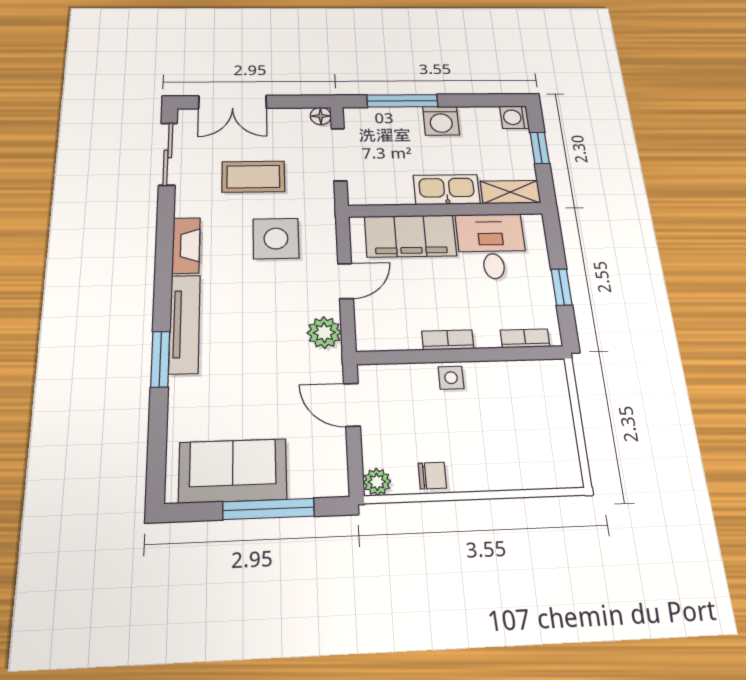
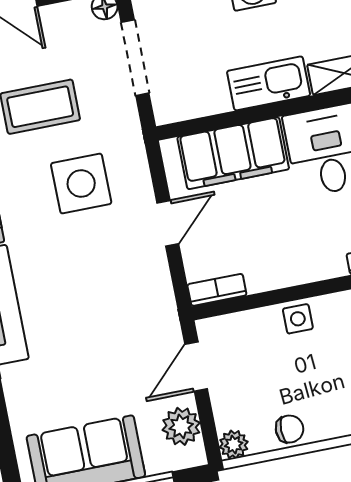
plant: (324, 333) -> (181, 426), moved
bookcase: (448, 340) -> (217, 290), moved
door: (352, 405) -> (196, 367), hinge flipped

